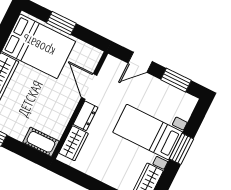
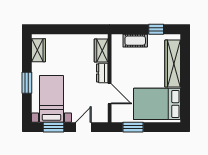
window: (61, 23) -> (133, 127), moved
bed with nightstands: (148, 132) -> (51, 99), moved, turned -90
cot: (41, 142) -> (135, 41), moved

